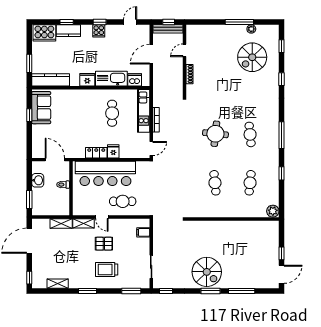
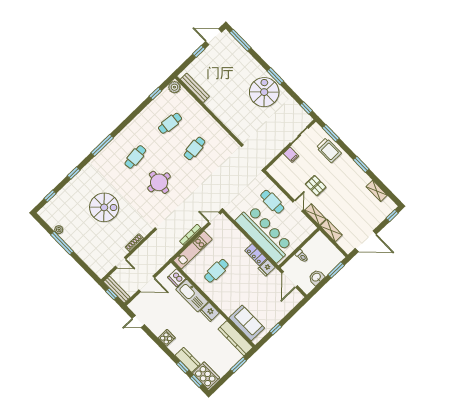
window: (100, 22) -> (196, 381), moved
spiral stairs: (252, 57) -> (104, 207), moved
sofa: (41, 108) -> (247, 323), moved, turned 90
window: (281, 135) -> (102, 145), moved
fridge: (113, 151) -> (267, 268), moved
window: (281, 173) -> (155, 94), moved
bench: (258, 225) -> (195, 88), added
filing cabinet: (143, 232) -> (291, 155), moved
trolley: (107, 269) -> (329, 150), moved
window: (242, 291) -> (240, 40), moved

